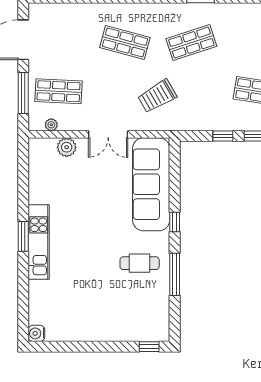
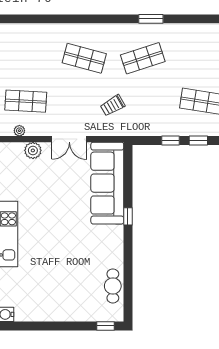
trolley: (157, 96) -> (113, 105), width x0.73, depth x0.72
cafe table: (140, 263) -> (113, 286), moved, turned 90
window: (175, 274) -> (128, 262), removed

